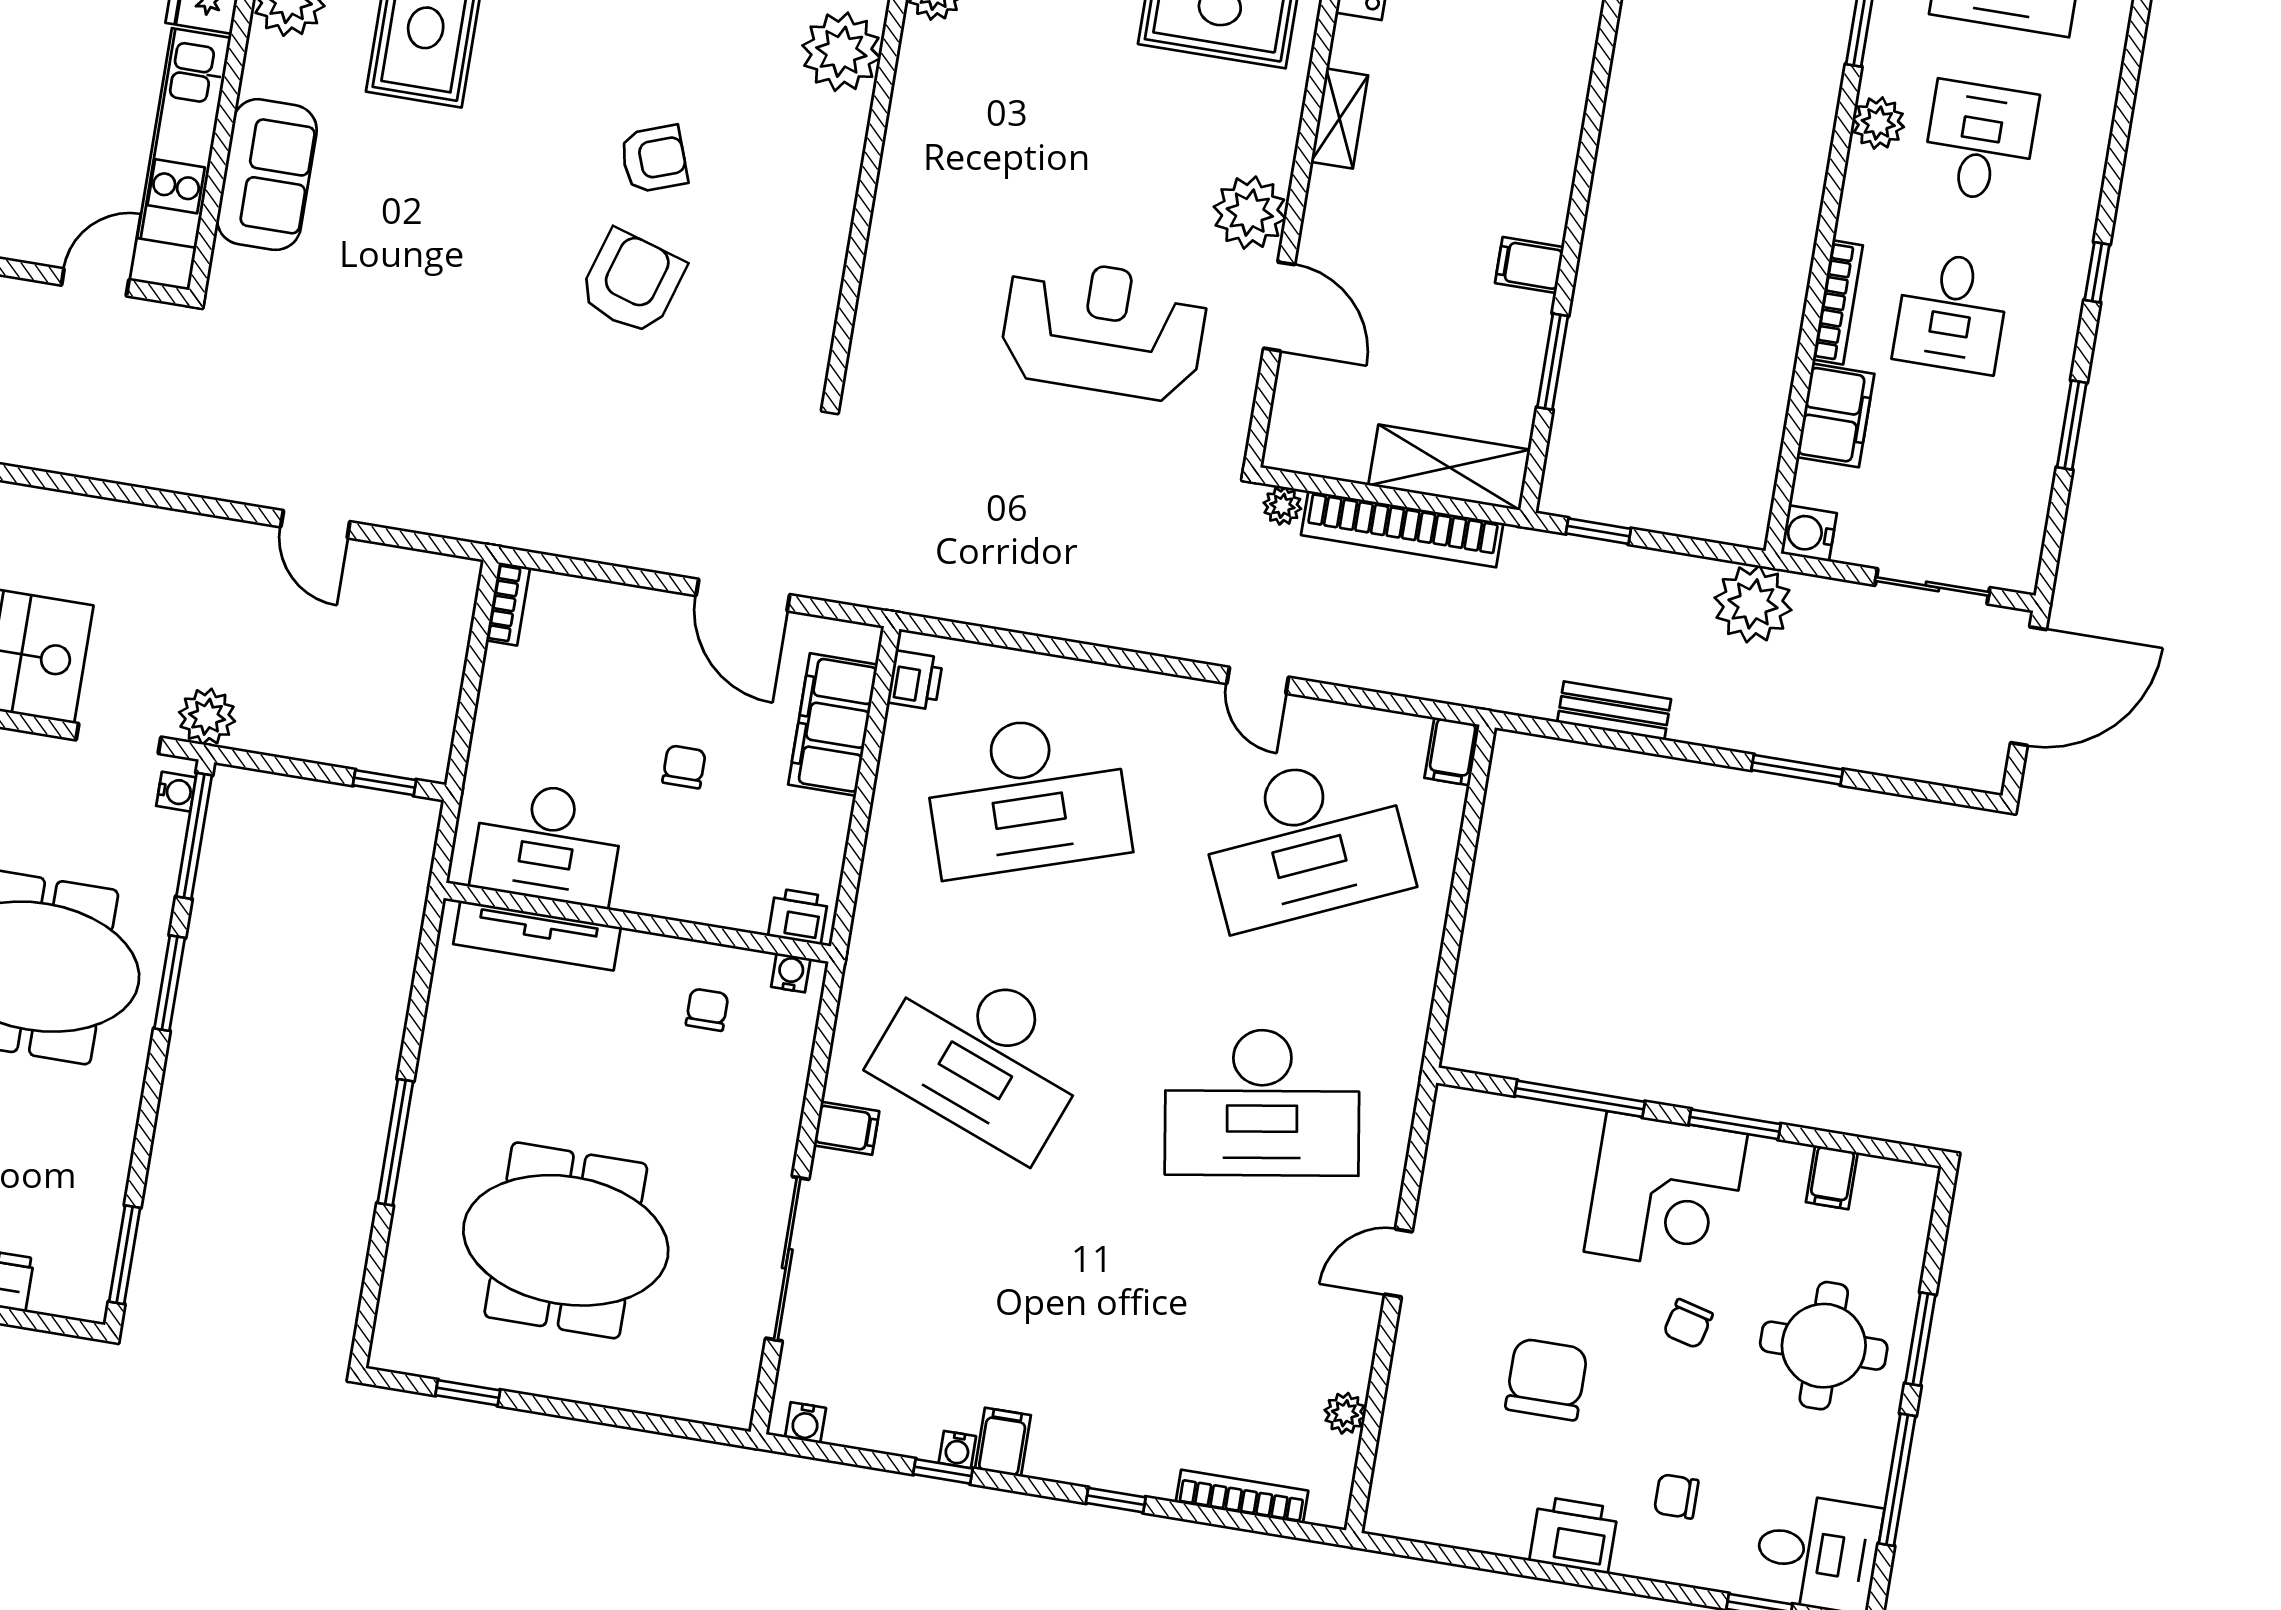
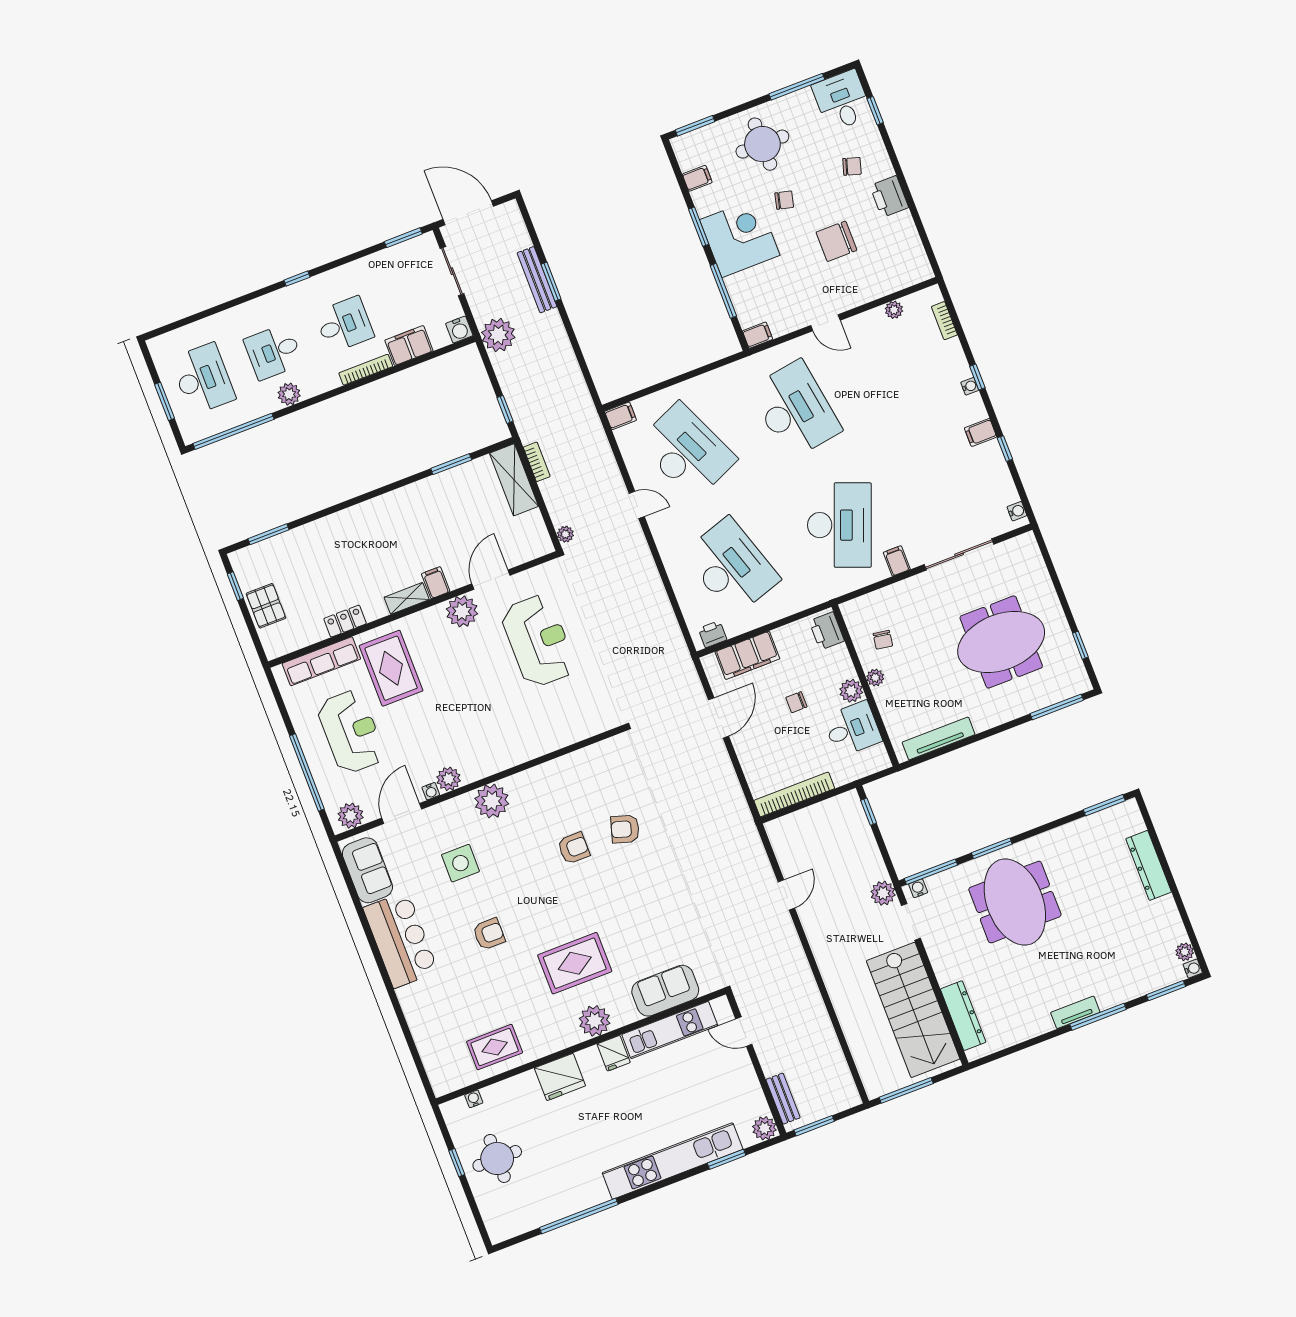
armchair: (654, 159) -> (574, 848), turned 110
filing cabinet: (1529, 265) -> (436, 583), moved, turned 180
armchair: (632, 282) -> (625, 829), width x0.72, depth x0.72
reception desk: (1104, 329) -> (538, 641), turned 180
window: (2072, 425) -> (403, 238), moved
bookcase: (1402, 529) -> (537, 462), width x0.43, depth x0.76
bookcase: (508, 604) -> (794, 794), width x2.31, depth x1.31
door: (1258, 680) -> (637, 505), hinge flipped
bench: (1614, 711) -> (537, 280), moved, width x1.36
desk: (548, 843) -> (852, 729), width x0.73
plant: (643, 888) -> (851, 691), added
printer: (798, 916) -> (827, 631), width x1.36, depth x1.24
tv unit: (537, 936) -> (939, 738), moved, turned -90
plant: (641, 951) -> (875, 678), added
water cooler: (791, 973) -> (850, 616), removed
chair: (707, 1010) -> (883, 640), turned -81
filing cabinet: (1453, 1115) -> (758, 335), added
window: (395, 1142) -> (1057, 707), moved
meeting table: (566, 1240) -> (1001, 642), turned 90
window: (1920, 1339) -> (695, 126), moved
water cooler: (957, 1450) -> (970, 386), moved
bookcase: (1242, 1496) -> (944, 321), width x0.64
chair: (1676, 1496) -> (852, 166), turned -73

